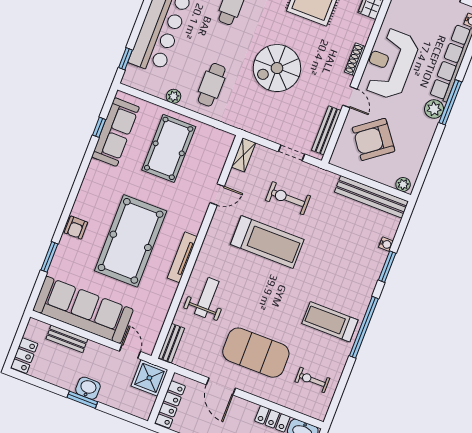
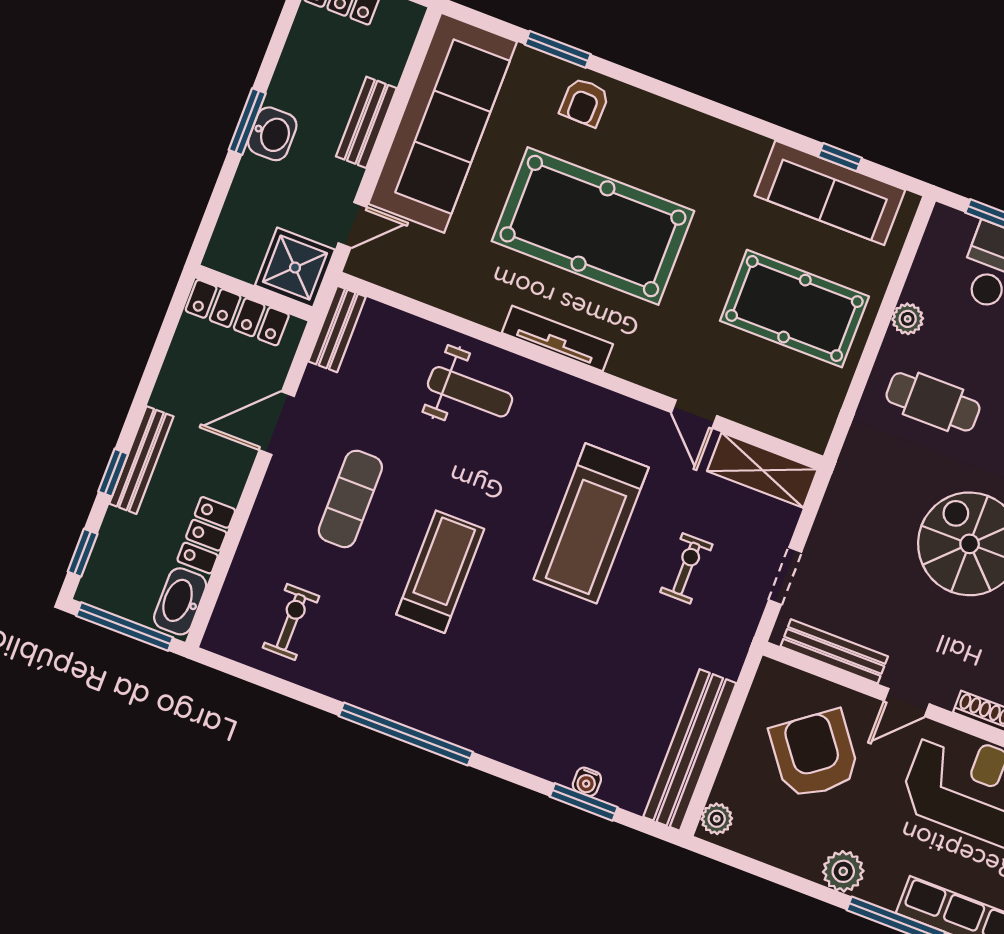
plant: (434, 109) -> (843, 871), moved
shelving: (244, 155) -> (762, 470), width x1.50, depth x1.33
exercise bike: (288, 198) -> (686, 568), width x0.73, depth x0.72
armchair: (76, 228) -> (585, 102), moved, turned -89
window: (387, 267) -> (584, 802), moved
treadmill: (330, 322) -> (440, 572), moved
bench: (67, 339) -> (366, 122), moved
bench: (171, 343) -> (337, 329), moved, turned 90
exercise mat: (256, 353) -> (350, 499), width x0.50, depth x0.69

